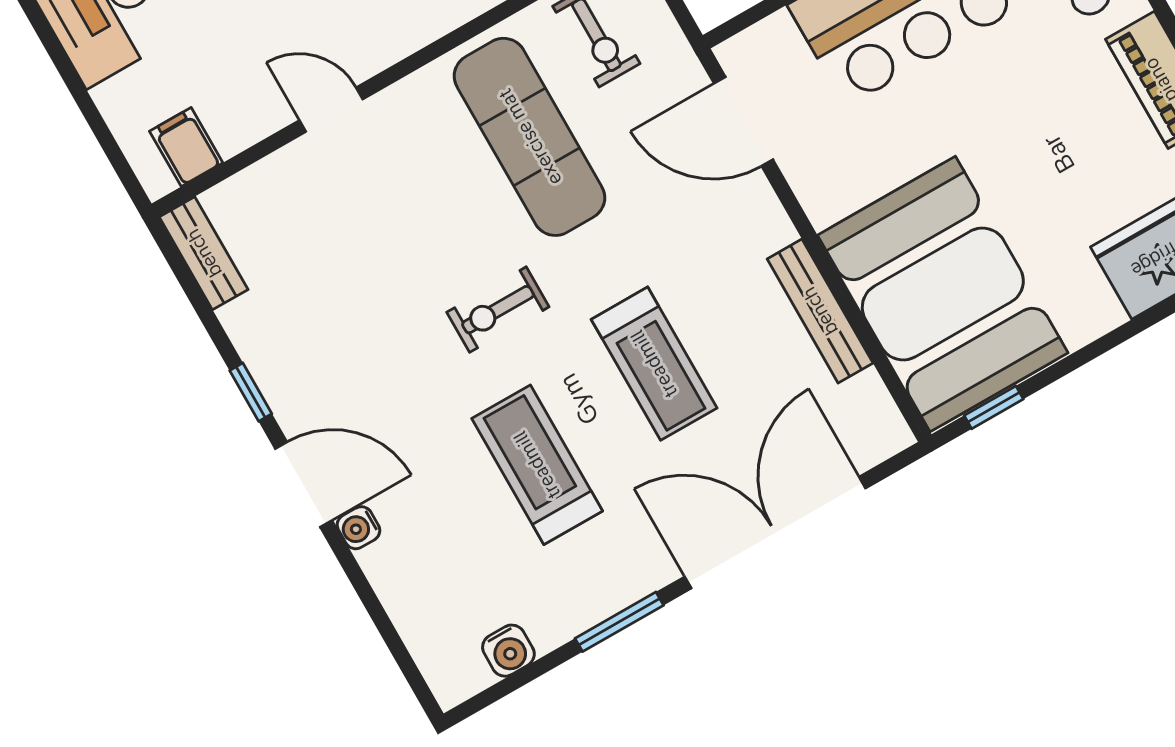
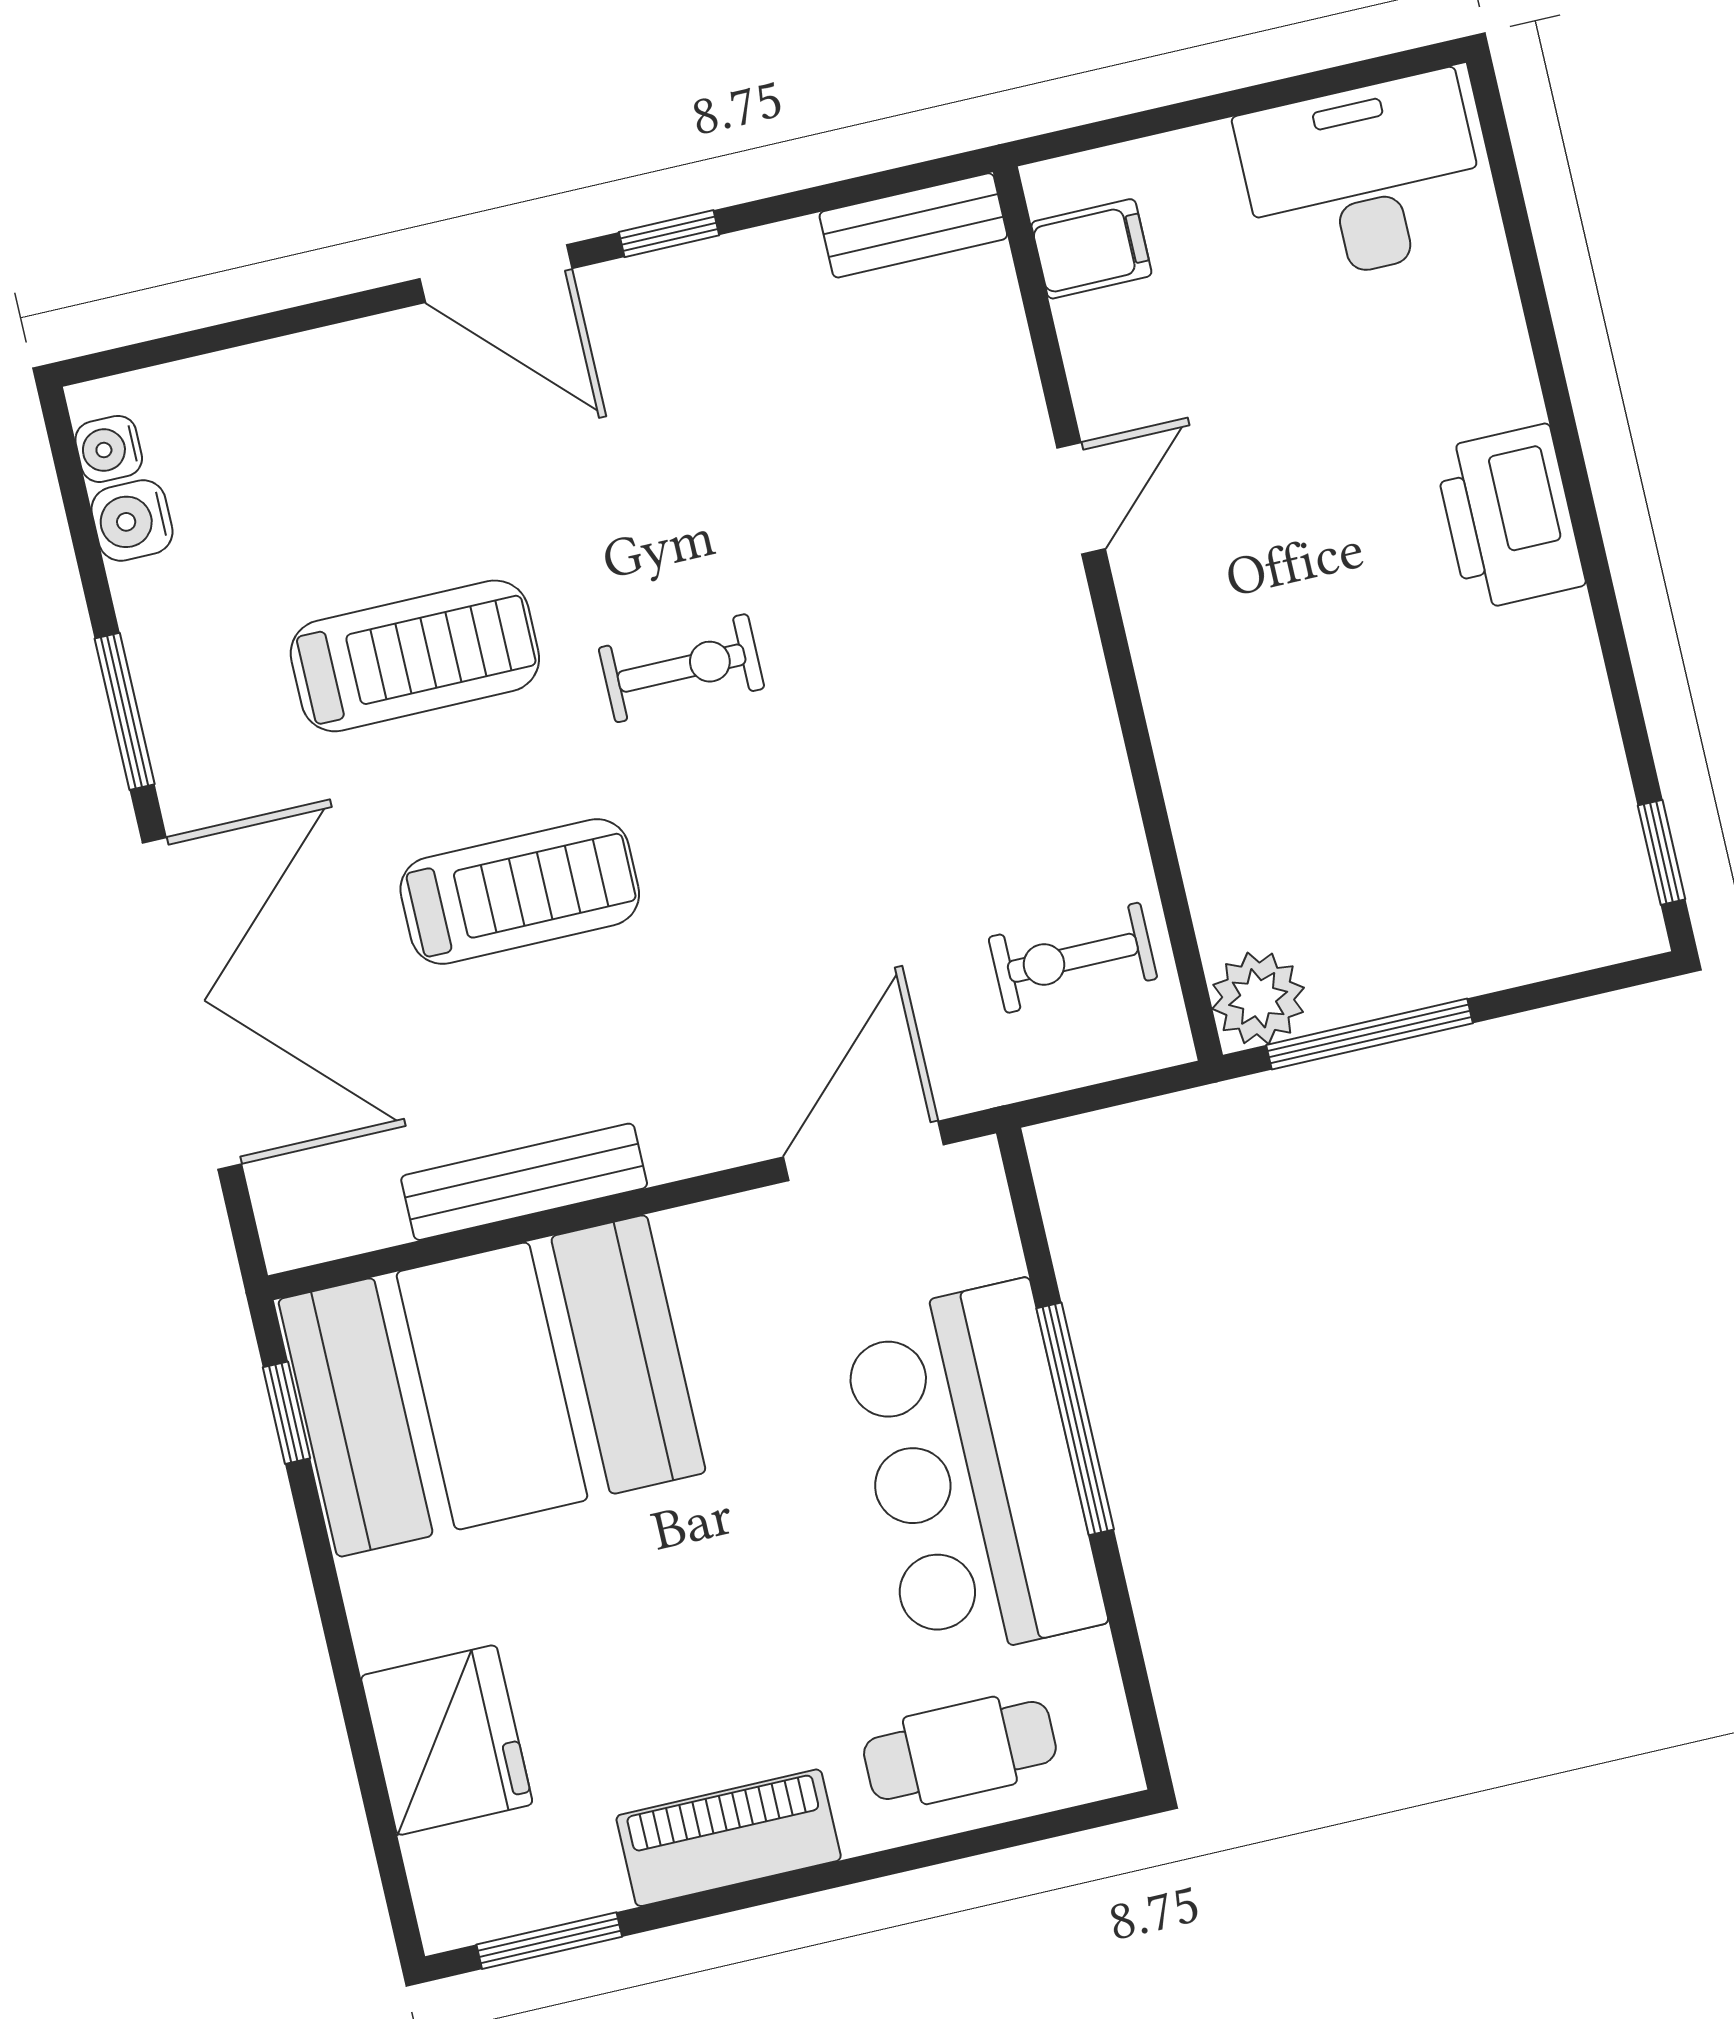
exercise mat: (530, 137) -> (942, 802), removed
exercise bike: (498, 310) -> (682, 668), turned 90
treadmill: (654, 364) -> (520, 891), turned 180
door: (304, 485) -> (496, 274), hinge flipped
water cooler: (358, 528) -> (109, 449), moved, turned -90

